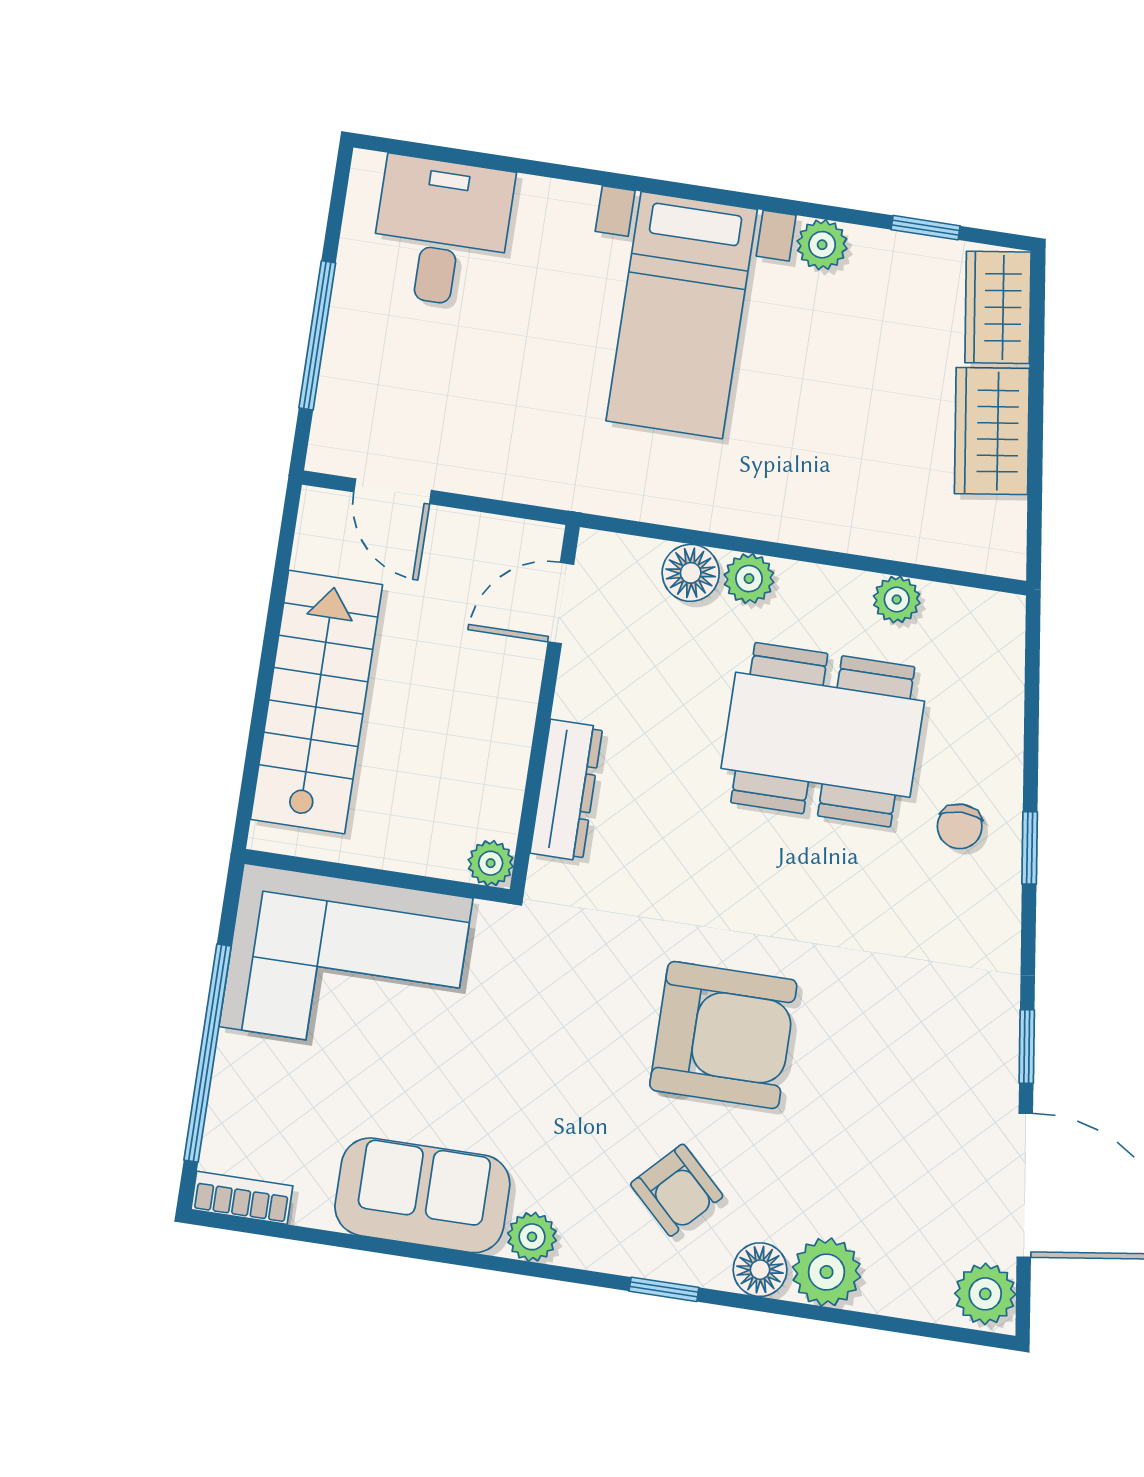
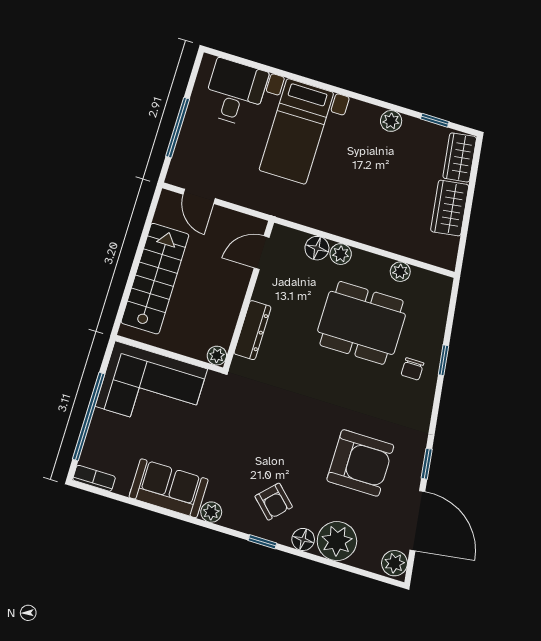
bed with nightstands: (682, 315) -> (296, 131), moved
window: (1030, 848) -> (443, 360), moved
armchair: (723, 1035) -> (360, 463), moved
plant: (827, 1272) -> (337, 541), width x1.36, depth x1.36

